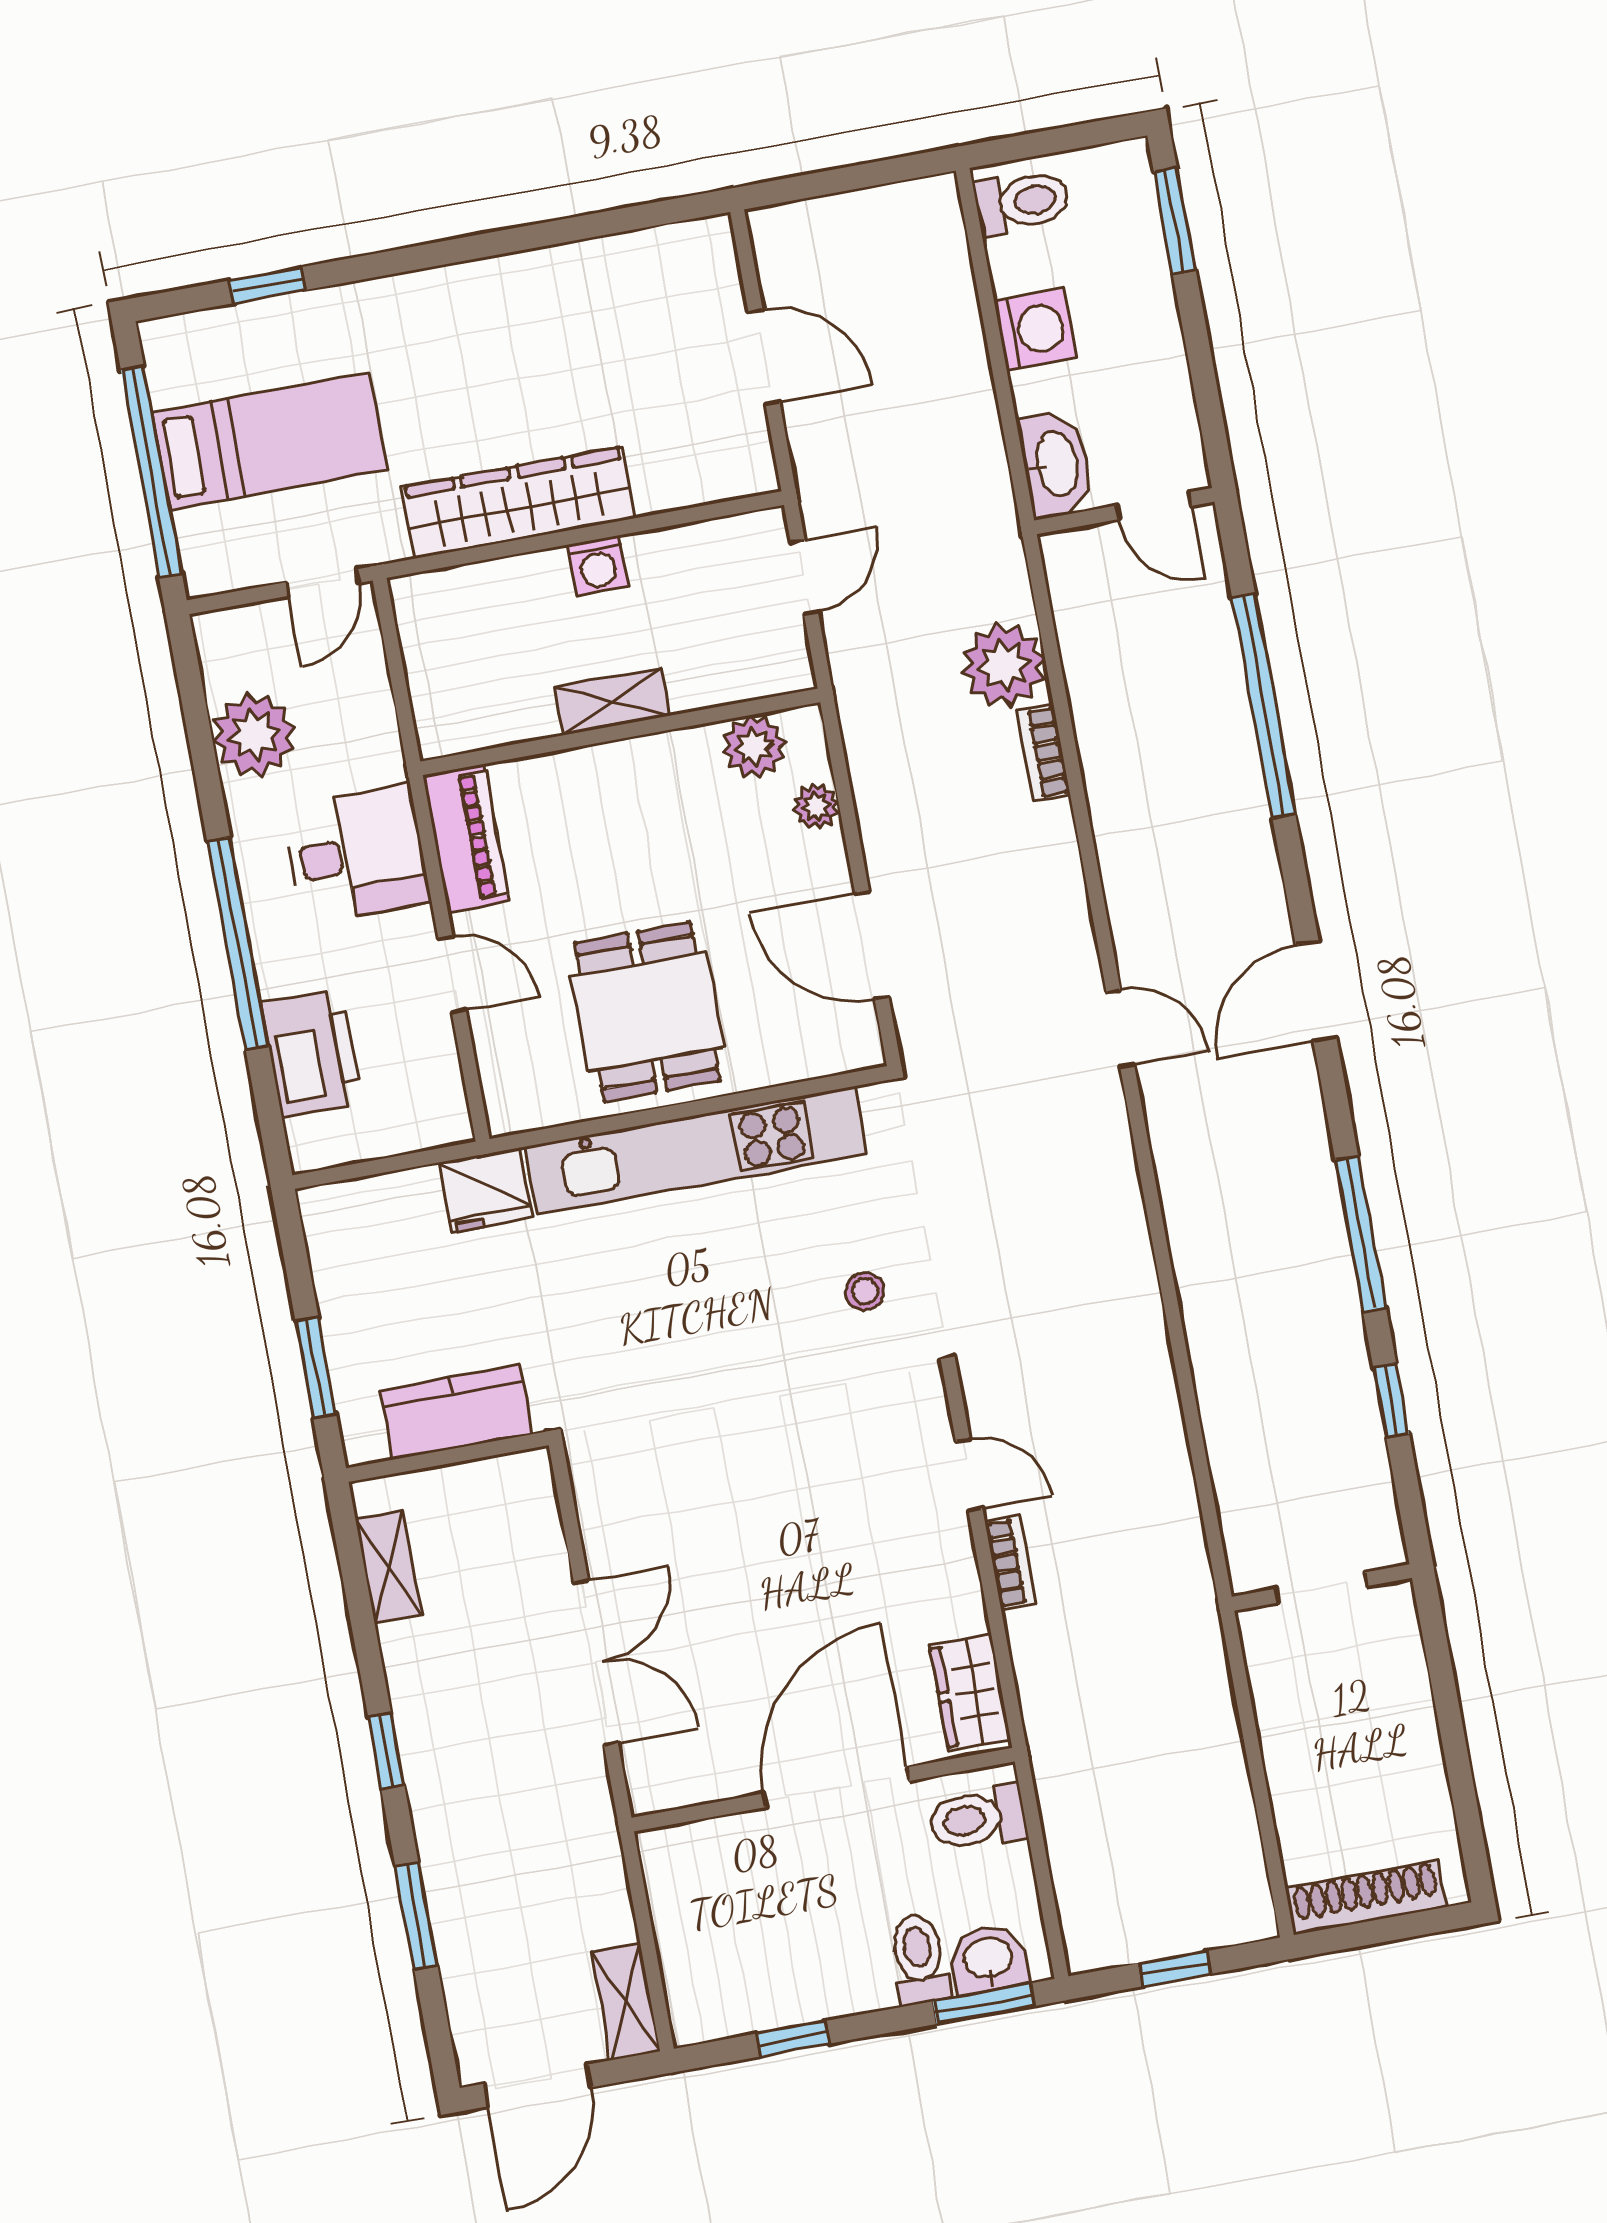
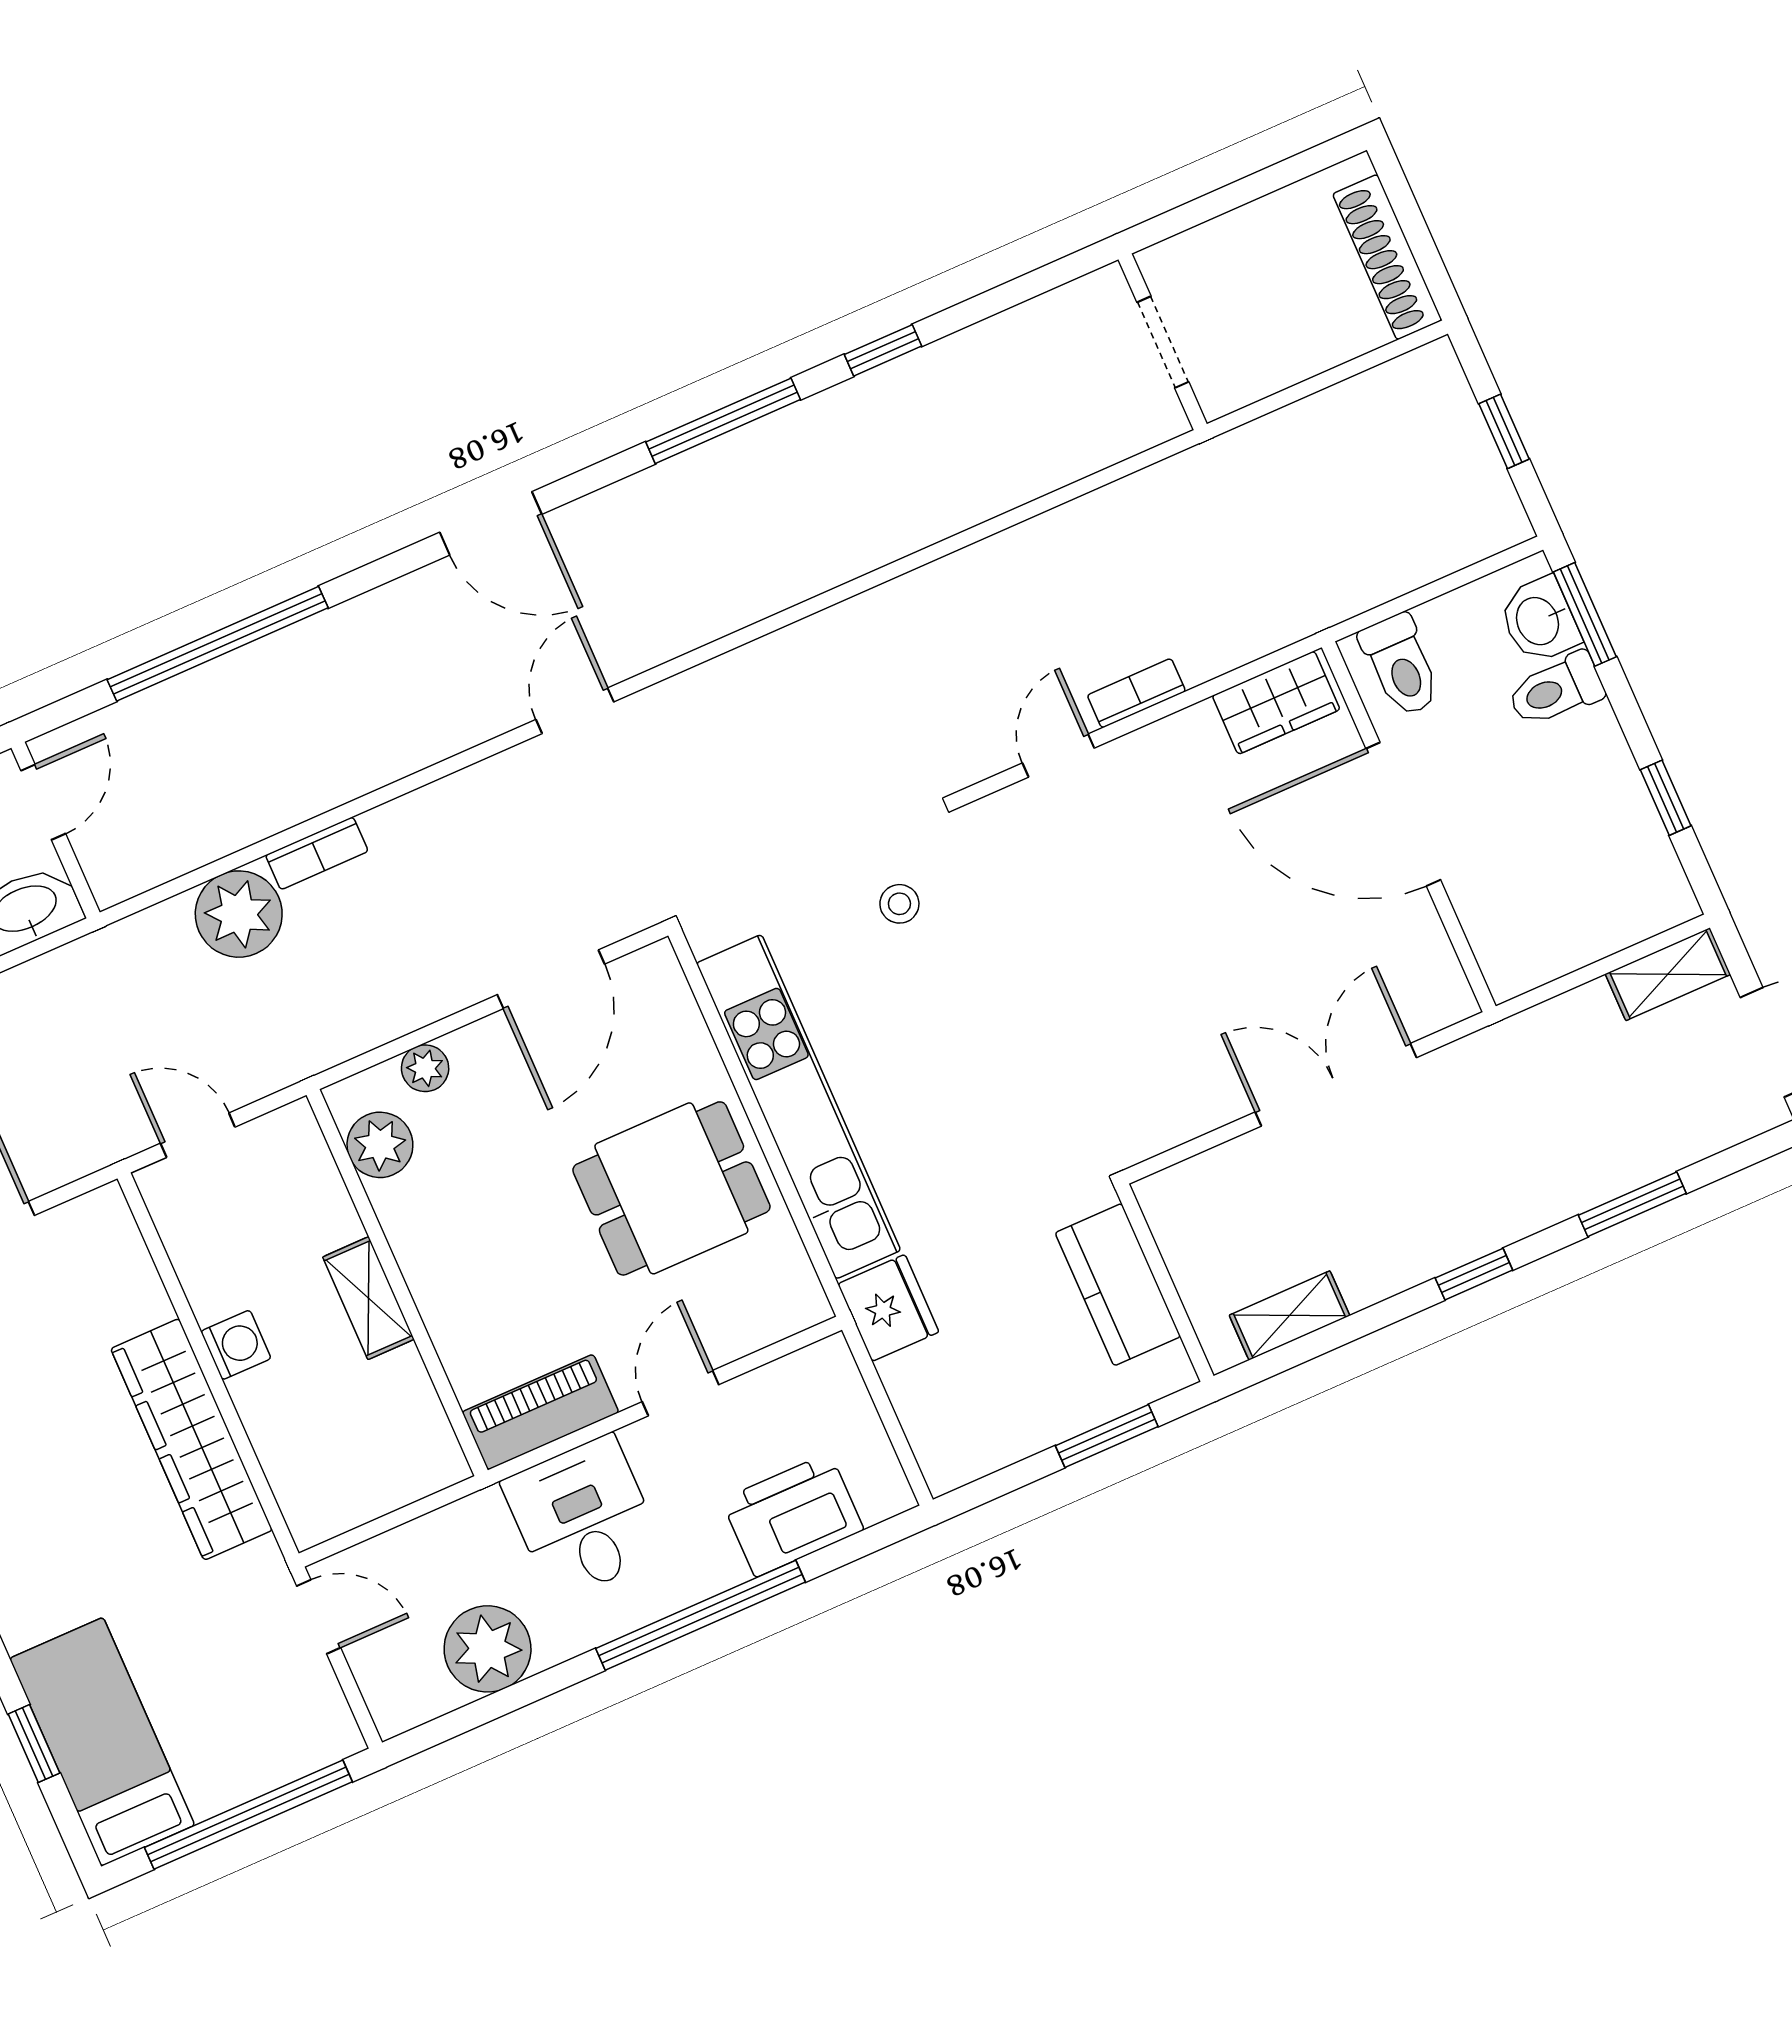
bed: (270, 441) -> (102, 1742), moved
doorway: (1321, 1587) -> (1163, 342), moved
wall: (1322, 1587) -> (1163, 342), moved

